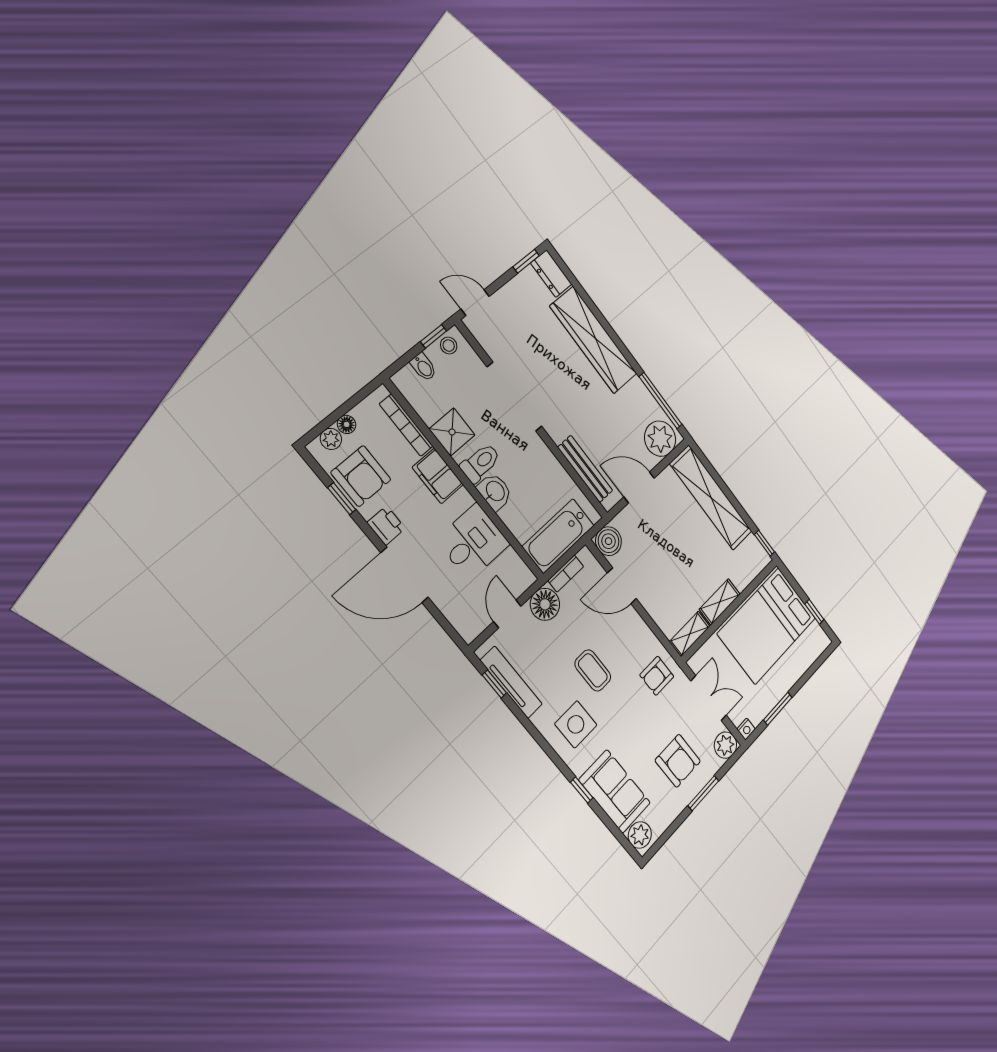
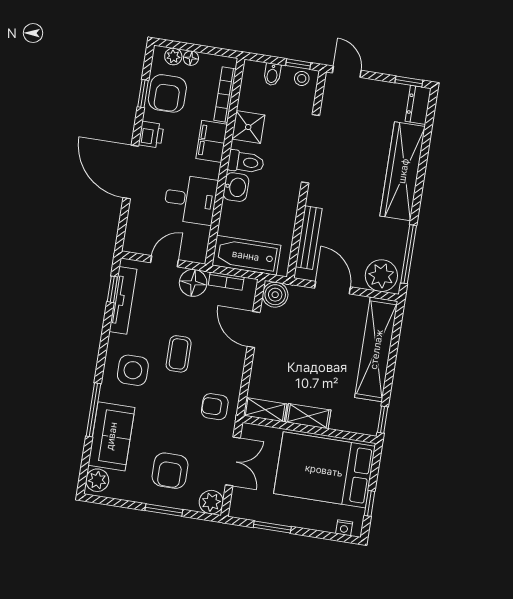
nightstand: (746, 729) -> (344, 528), moved
window: (582, 790) -> (93, 410), width x2.17

